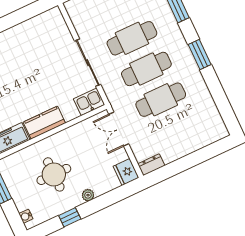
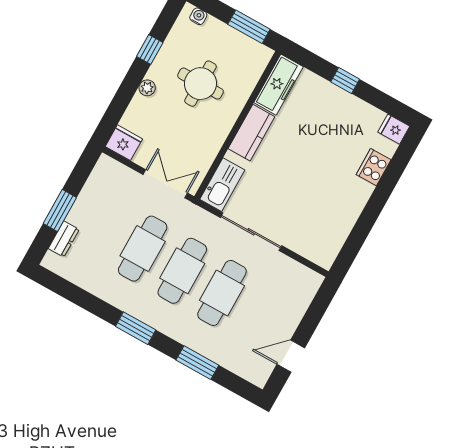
kitchen sink: (89, 102) -> (222, 185), width x1.38
window: (194, 159) -> (60, 211), added
dresser: (151, 165) -> (64, 239), moved

